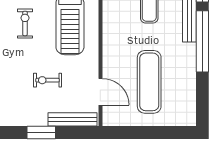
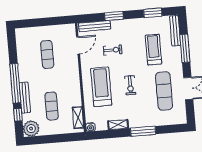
exercise mat: (149, 82) -> (47, 54), width x0.73, depth x0.69
door: (100, 92) -> (78, 45), swing flipped

